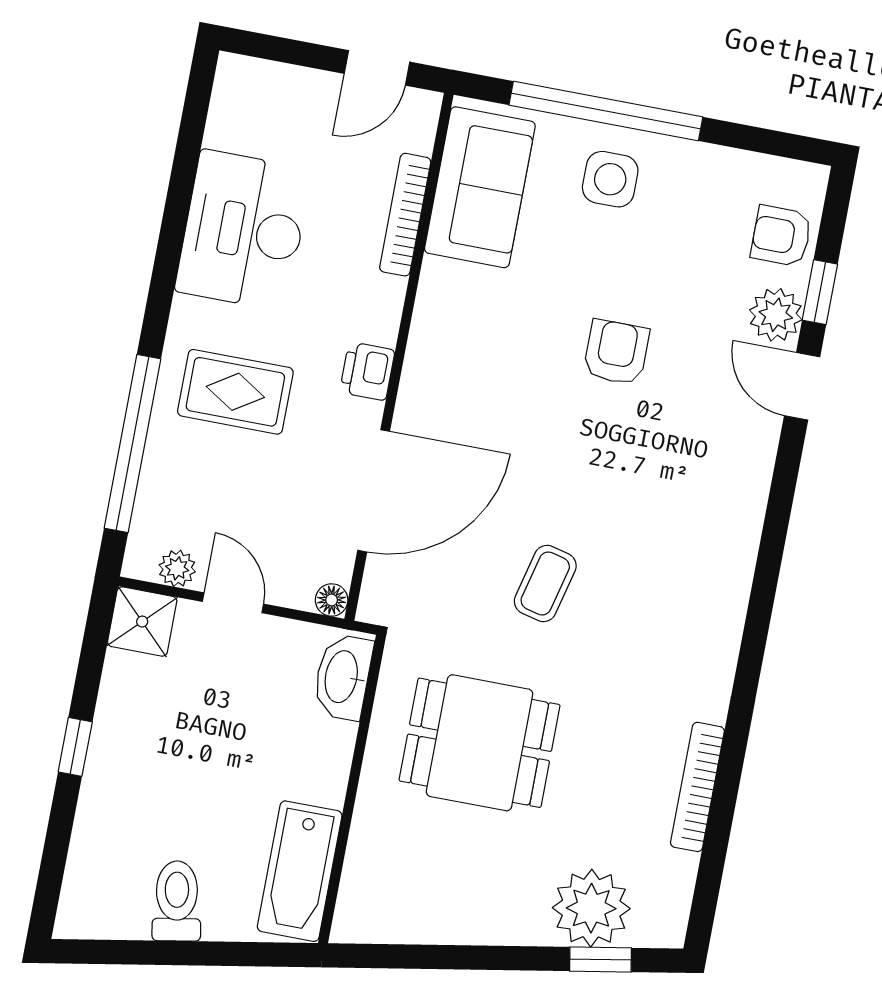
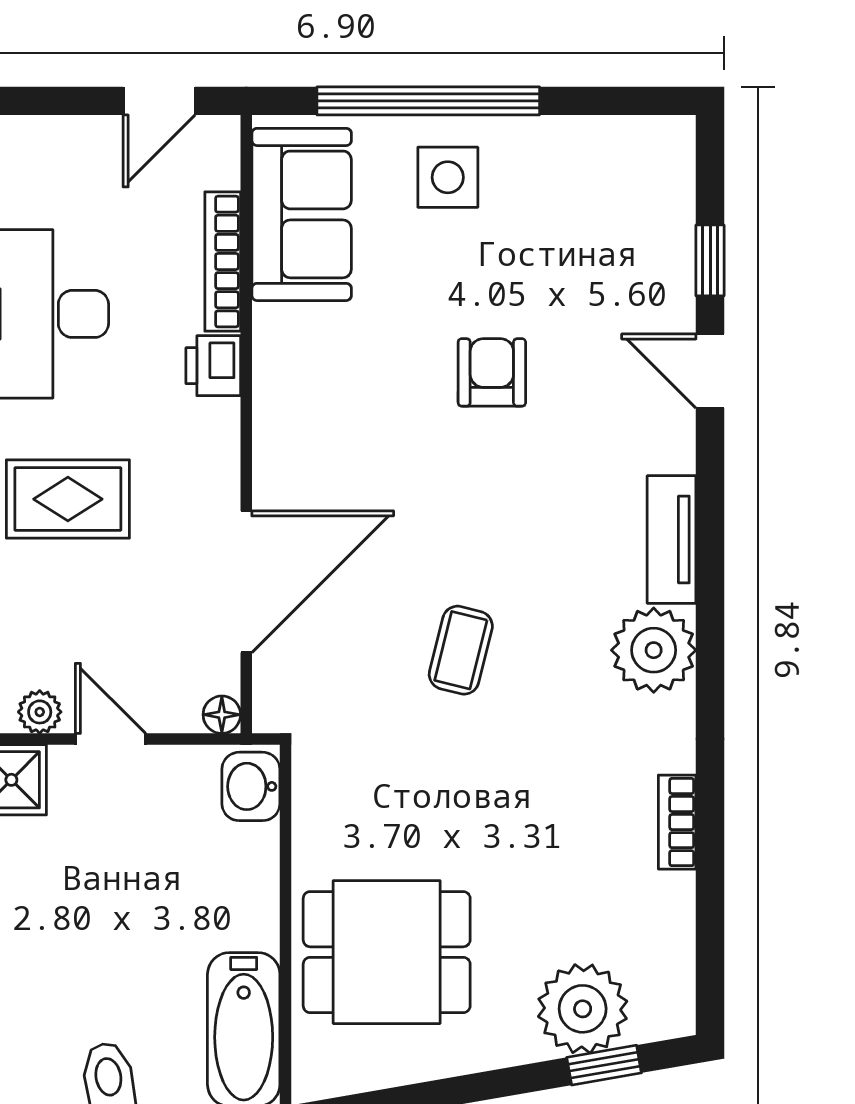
armchair: (781, 236) -> (654, 205), removed
plant: (776, 315) -> (654, 650), moved, width x1.36, depth x1.36
printer: (367, 371) -> (213, 366), moved
tv unit: (742, 523) -> (672, 539), added
washbasin: (343, 677) -> (251, 786), width x0.72
dining table: (480, 743) -> (387, 952), moved
bookcase: (697, 787) -> (677, 822), width x0.64

